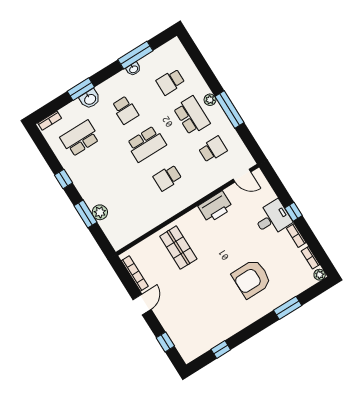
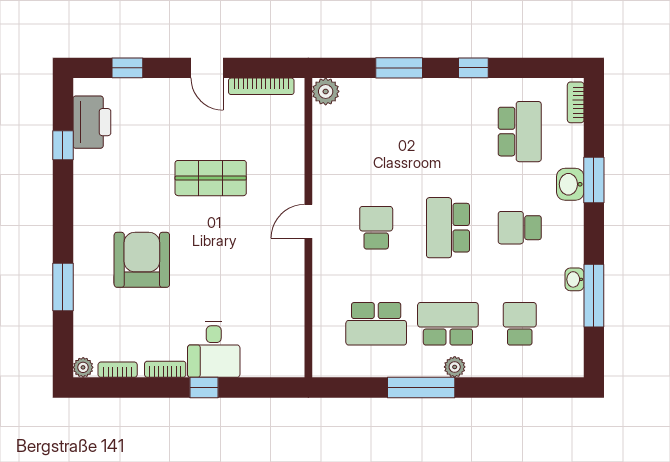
school desk: (192, 116) -> (448, 324), turned 180
school desk: (213, 149) -> (376, 324), width x1.85
door: (242, 176) -> (308, 221), moved
printer: (215, 207) -> (92, 122), moved, turned 180
plant: (100, 212) -> (326, 91), moved
shop shelf: (178, 248) -> (211, 178), moved

